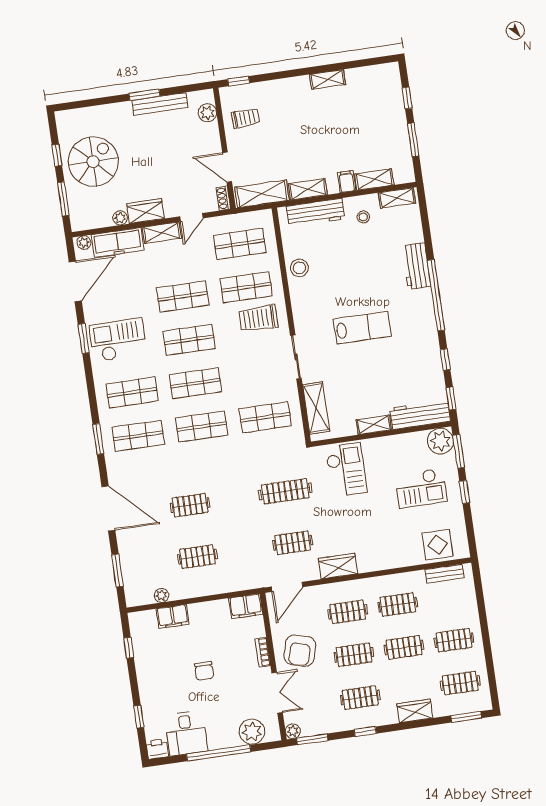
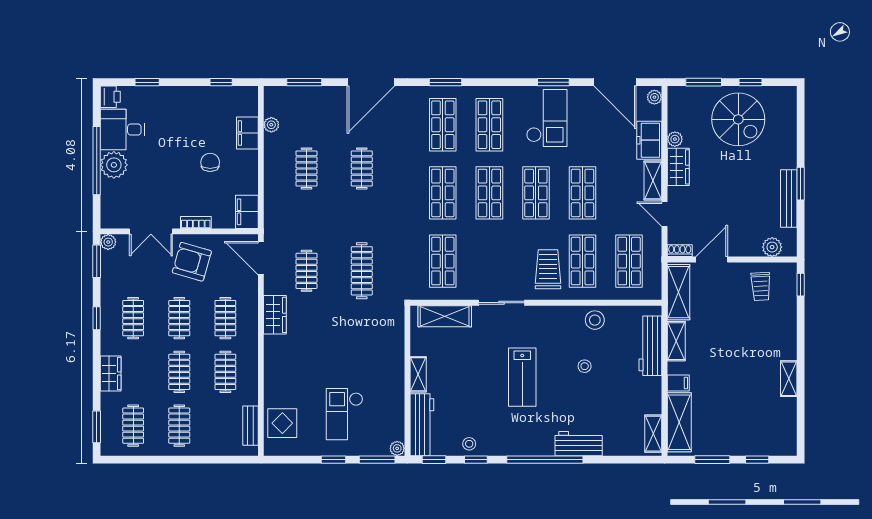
shelving: (374, 180) -> (679, 422), width x1.50, depth x1.33
stool: (363, 217) -> (585, 366), moved
freezer: (118, 243) -> (649, 140), width x0.71
stool: (432, 368) -> (469, 444), added
plant: (440, 441) -> (397, 448), width x0.53, depth x0.53
checkout: (346, 470) -> (375, 338), removed
chair: (204, 671) -> (210, 162), moved, turned 90
plant: (252, 732) -> (114, 165), moved

